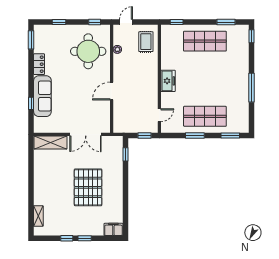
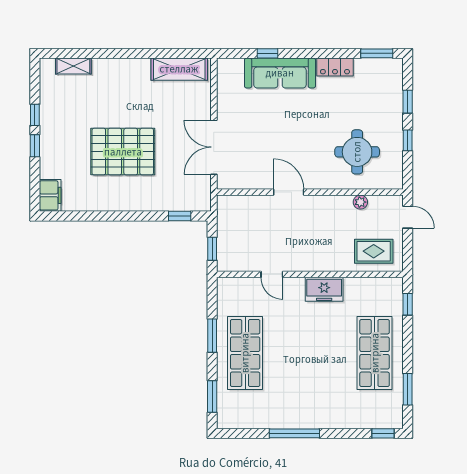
window: (95, 22) -> (408, 140), moved
round table: (88, 51) -> (357, 152), width x0.73, depth x0.73
freezer: (168, 81) -> (324, 289), moved
door: (159, 115) -> (272, 274), moved
shelving: (51, 143) -> (179, 69), moved, turned 90

